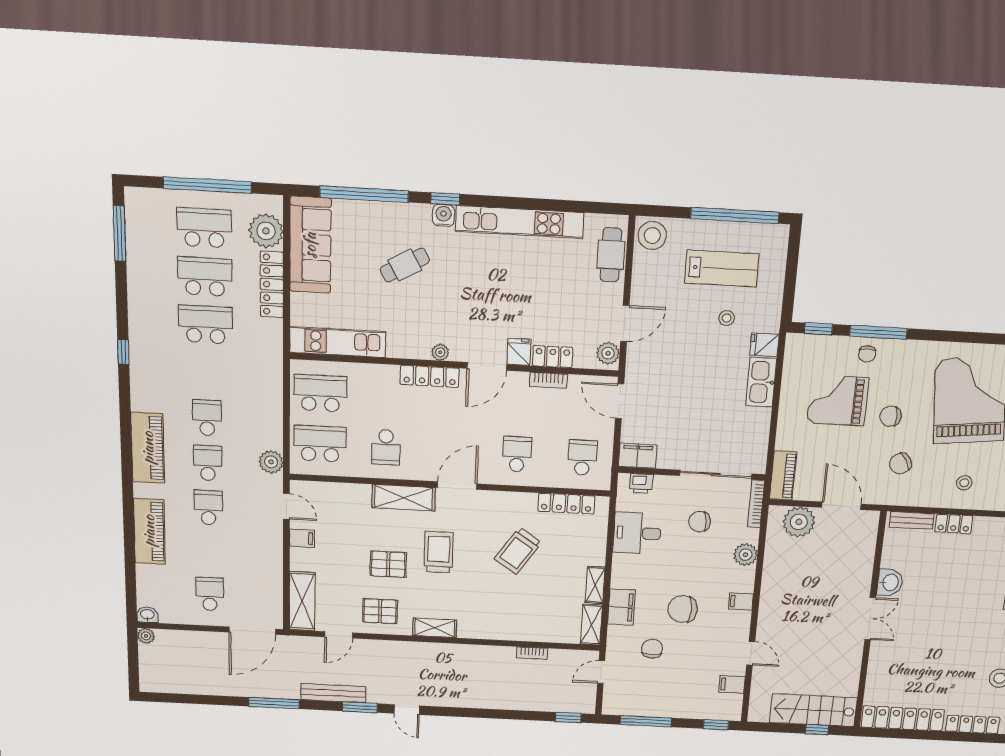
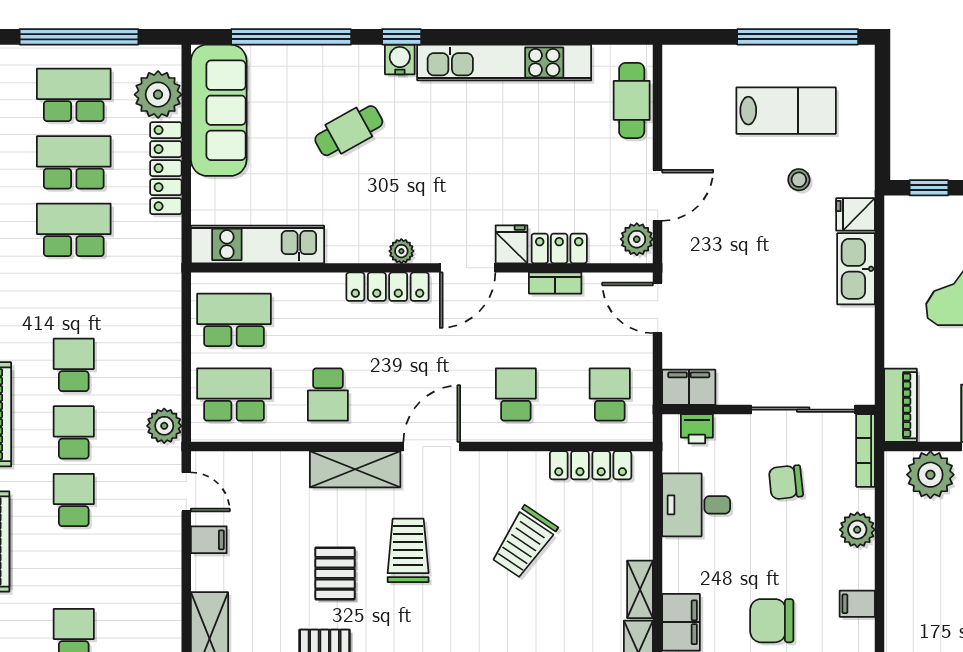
stool: (652, 236) -> (687, 71), removed
pallet: (388, 564) -> (335, 573), turned 90

